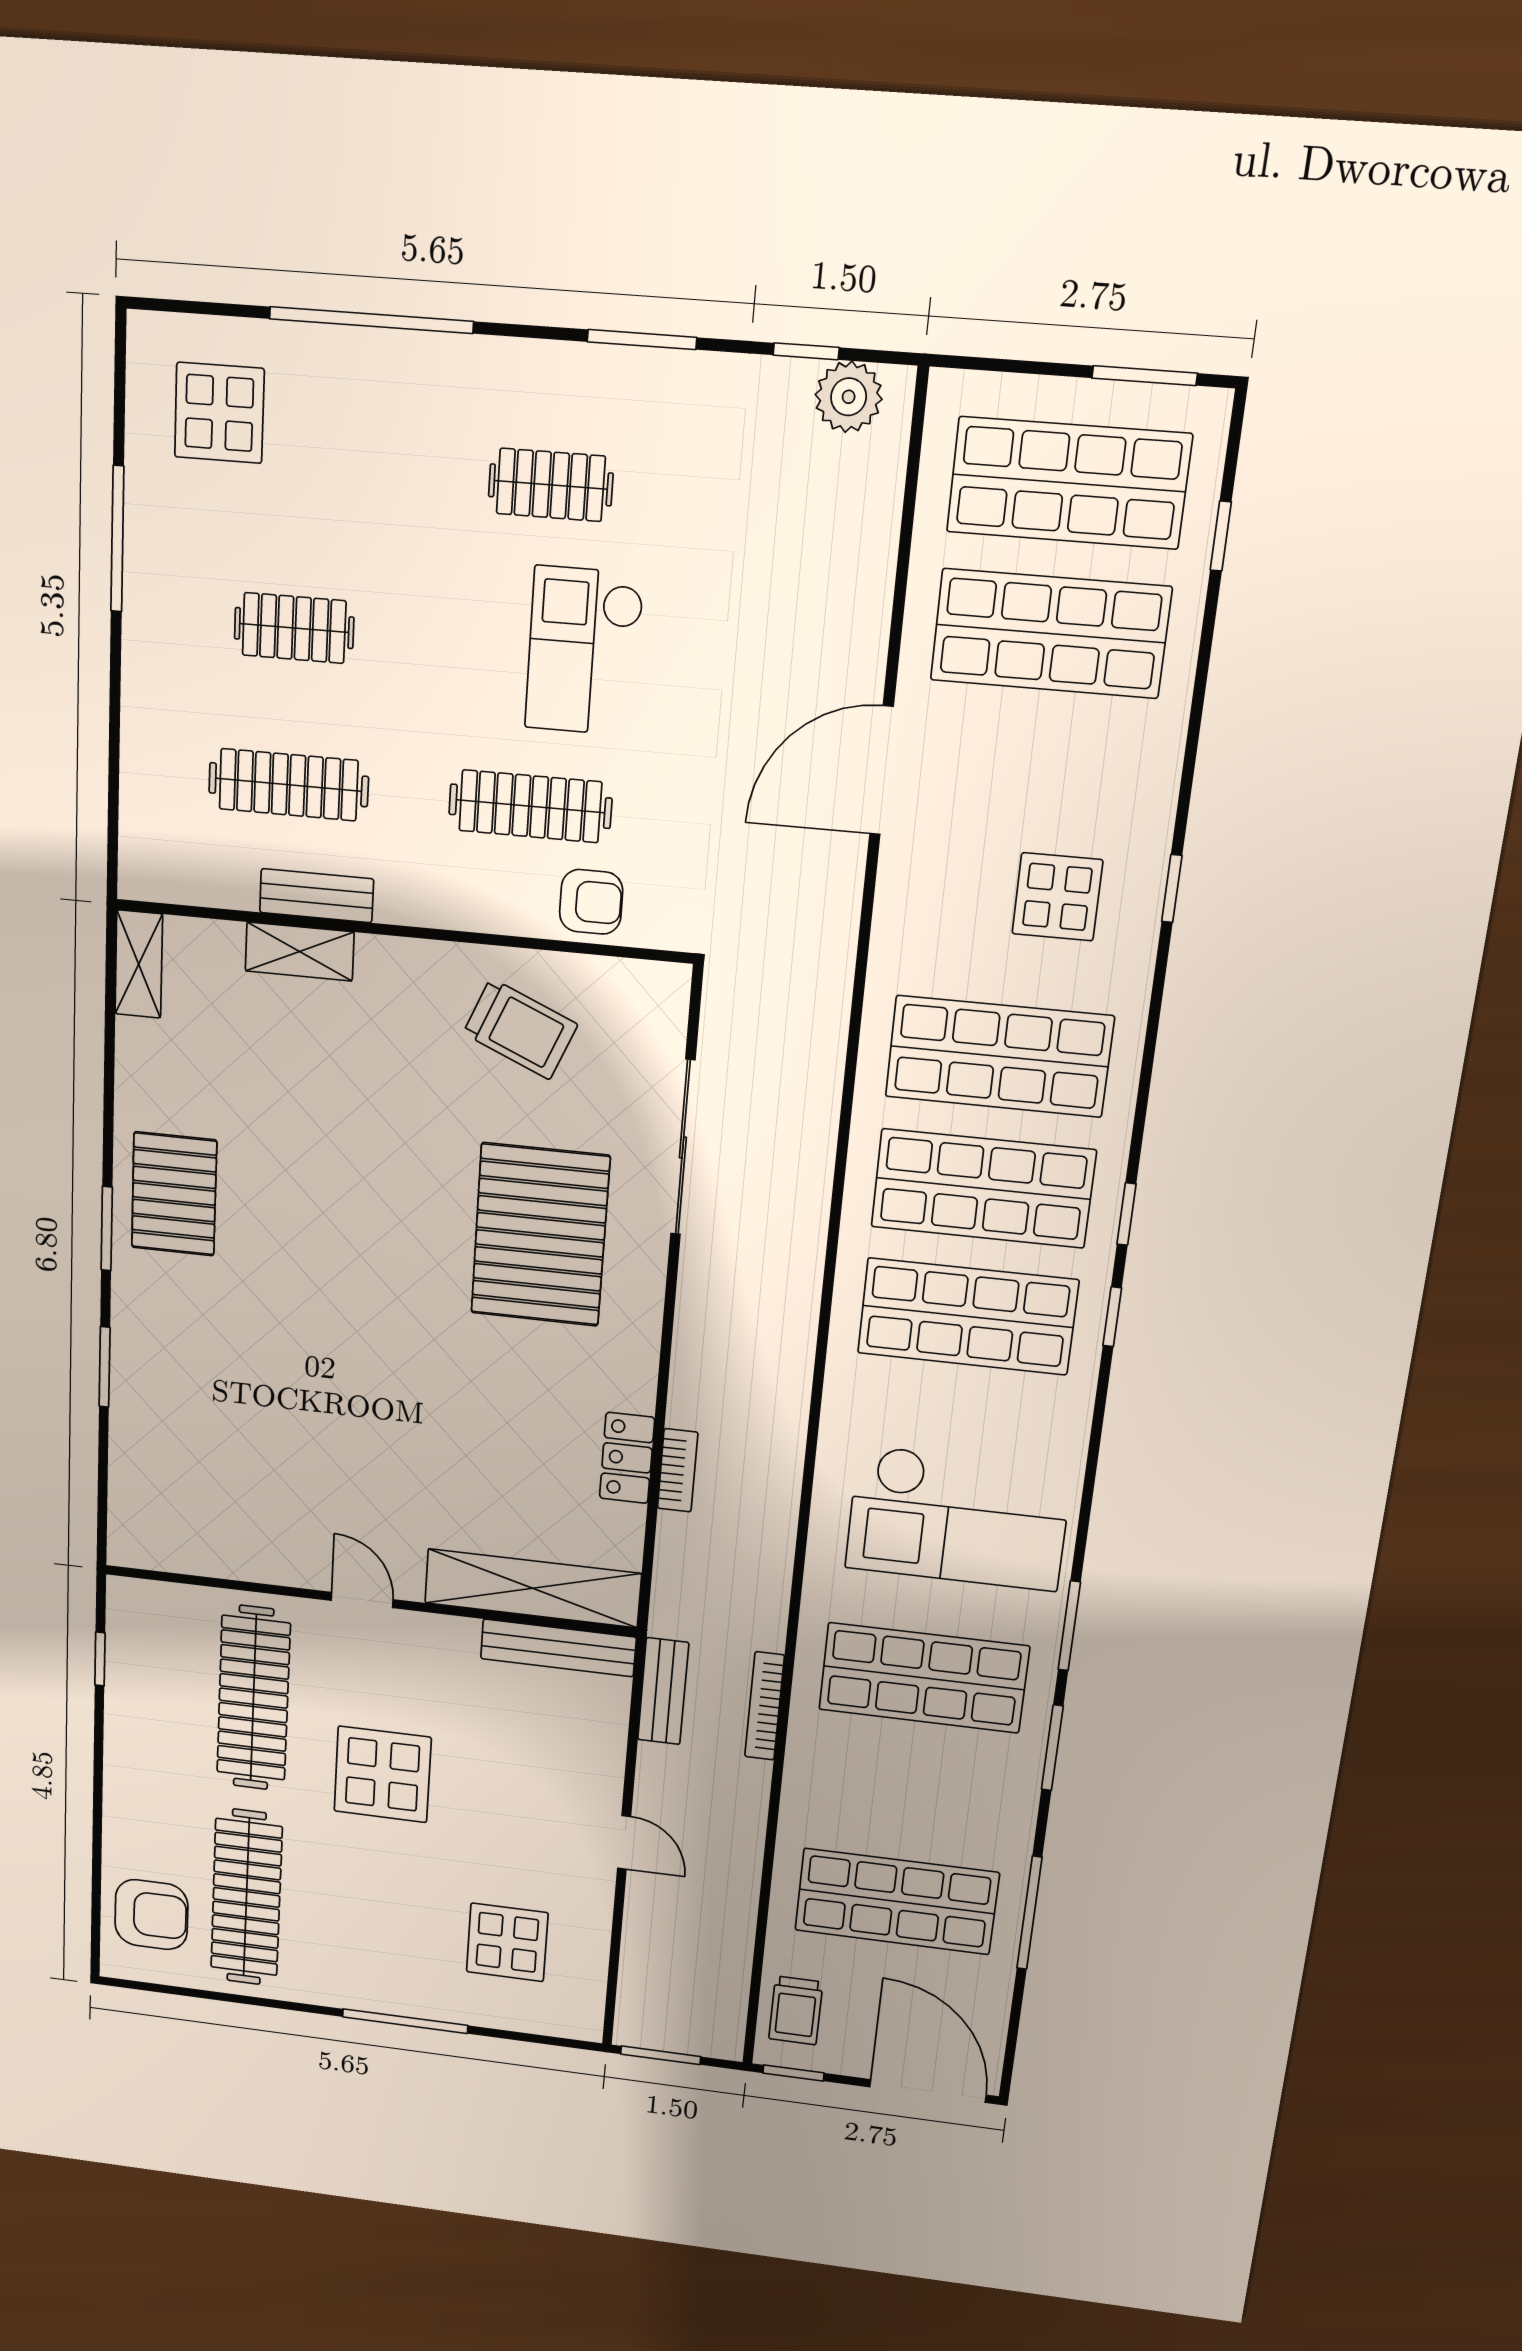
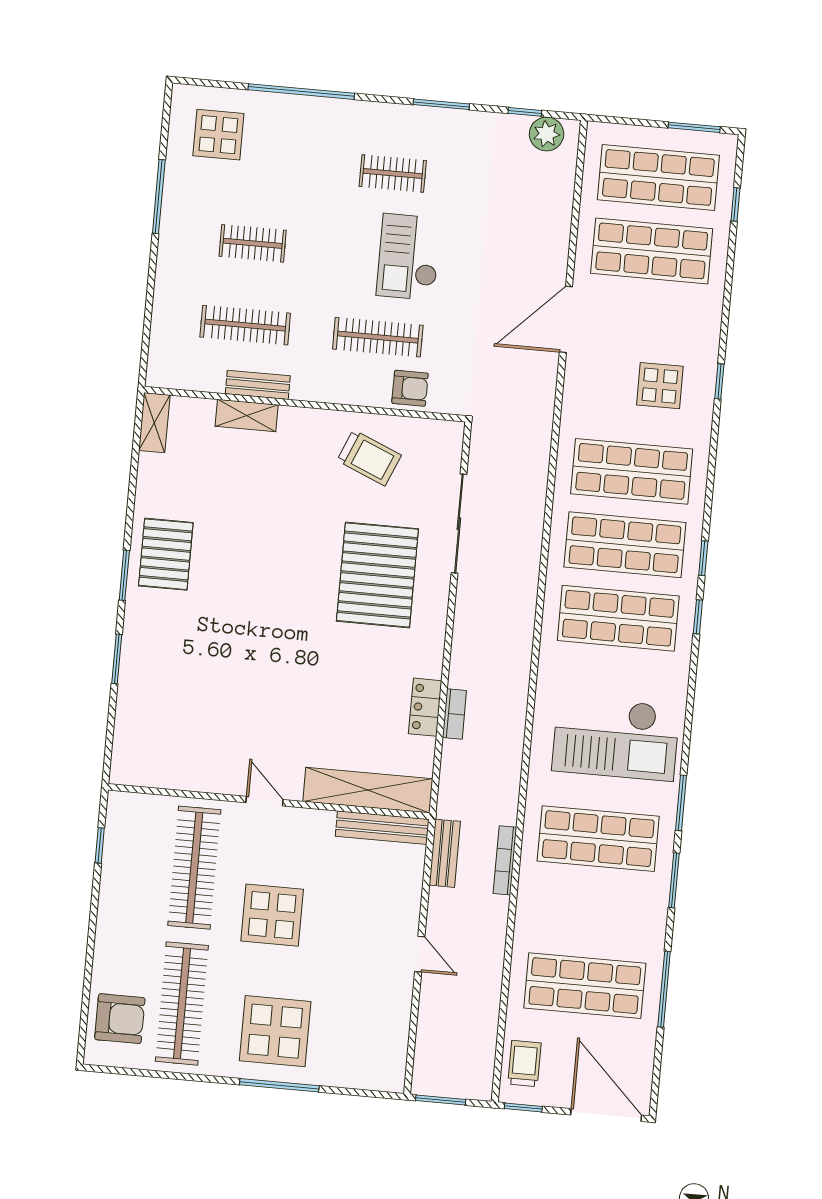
display table: (507, 1942) -> (275, 1031), moved, width x1.36, depth x1.36
trolley: (796, 2010) -> (524, 1064), turned 180

